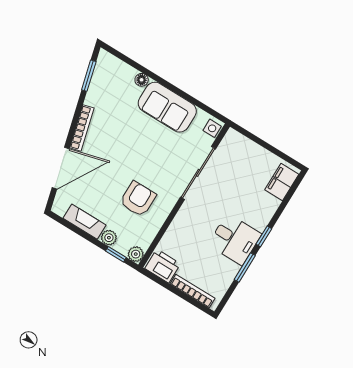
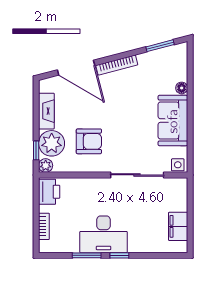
filing cabinet: (282, 182) -> (178, 226), moved, turned -90
plant: (109, 238) -> (52, 143), width x1.87, depth x1.87
desk: (235, 239) -> (103, 234), width x1.37
bookcase: (192, 291) -> (44, 226), width x0.64

